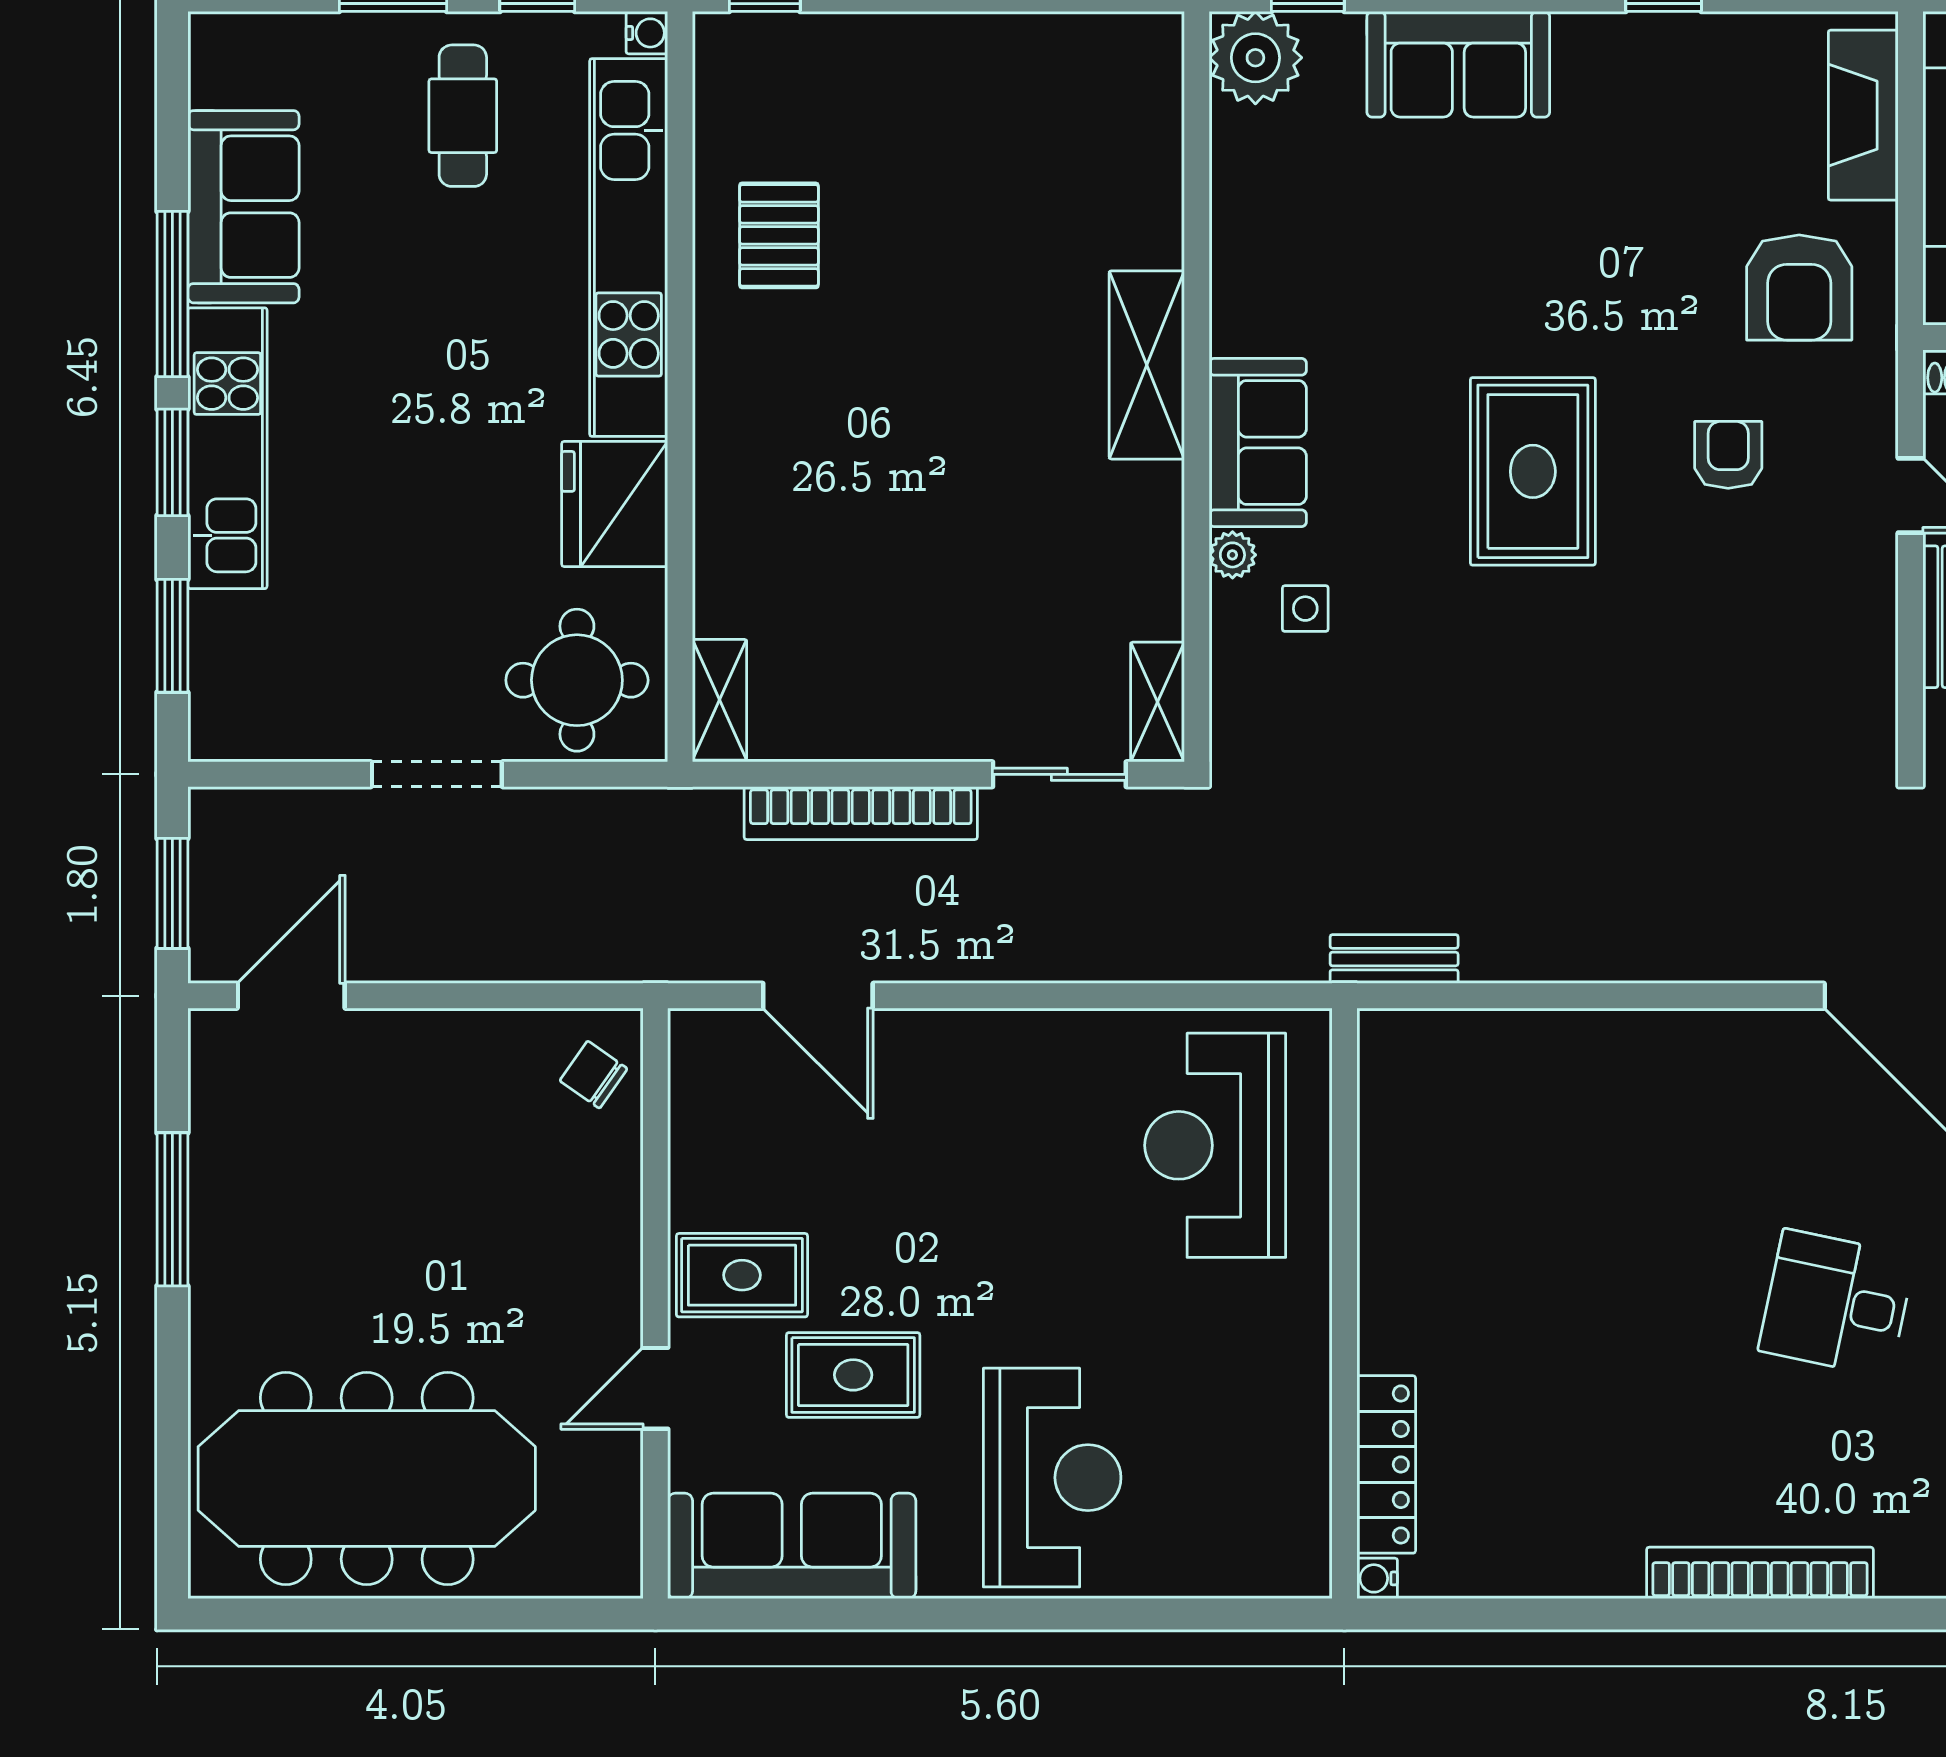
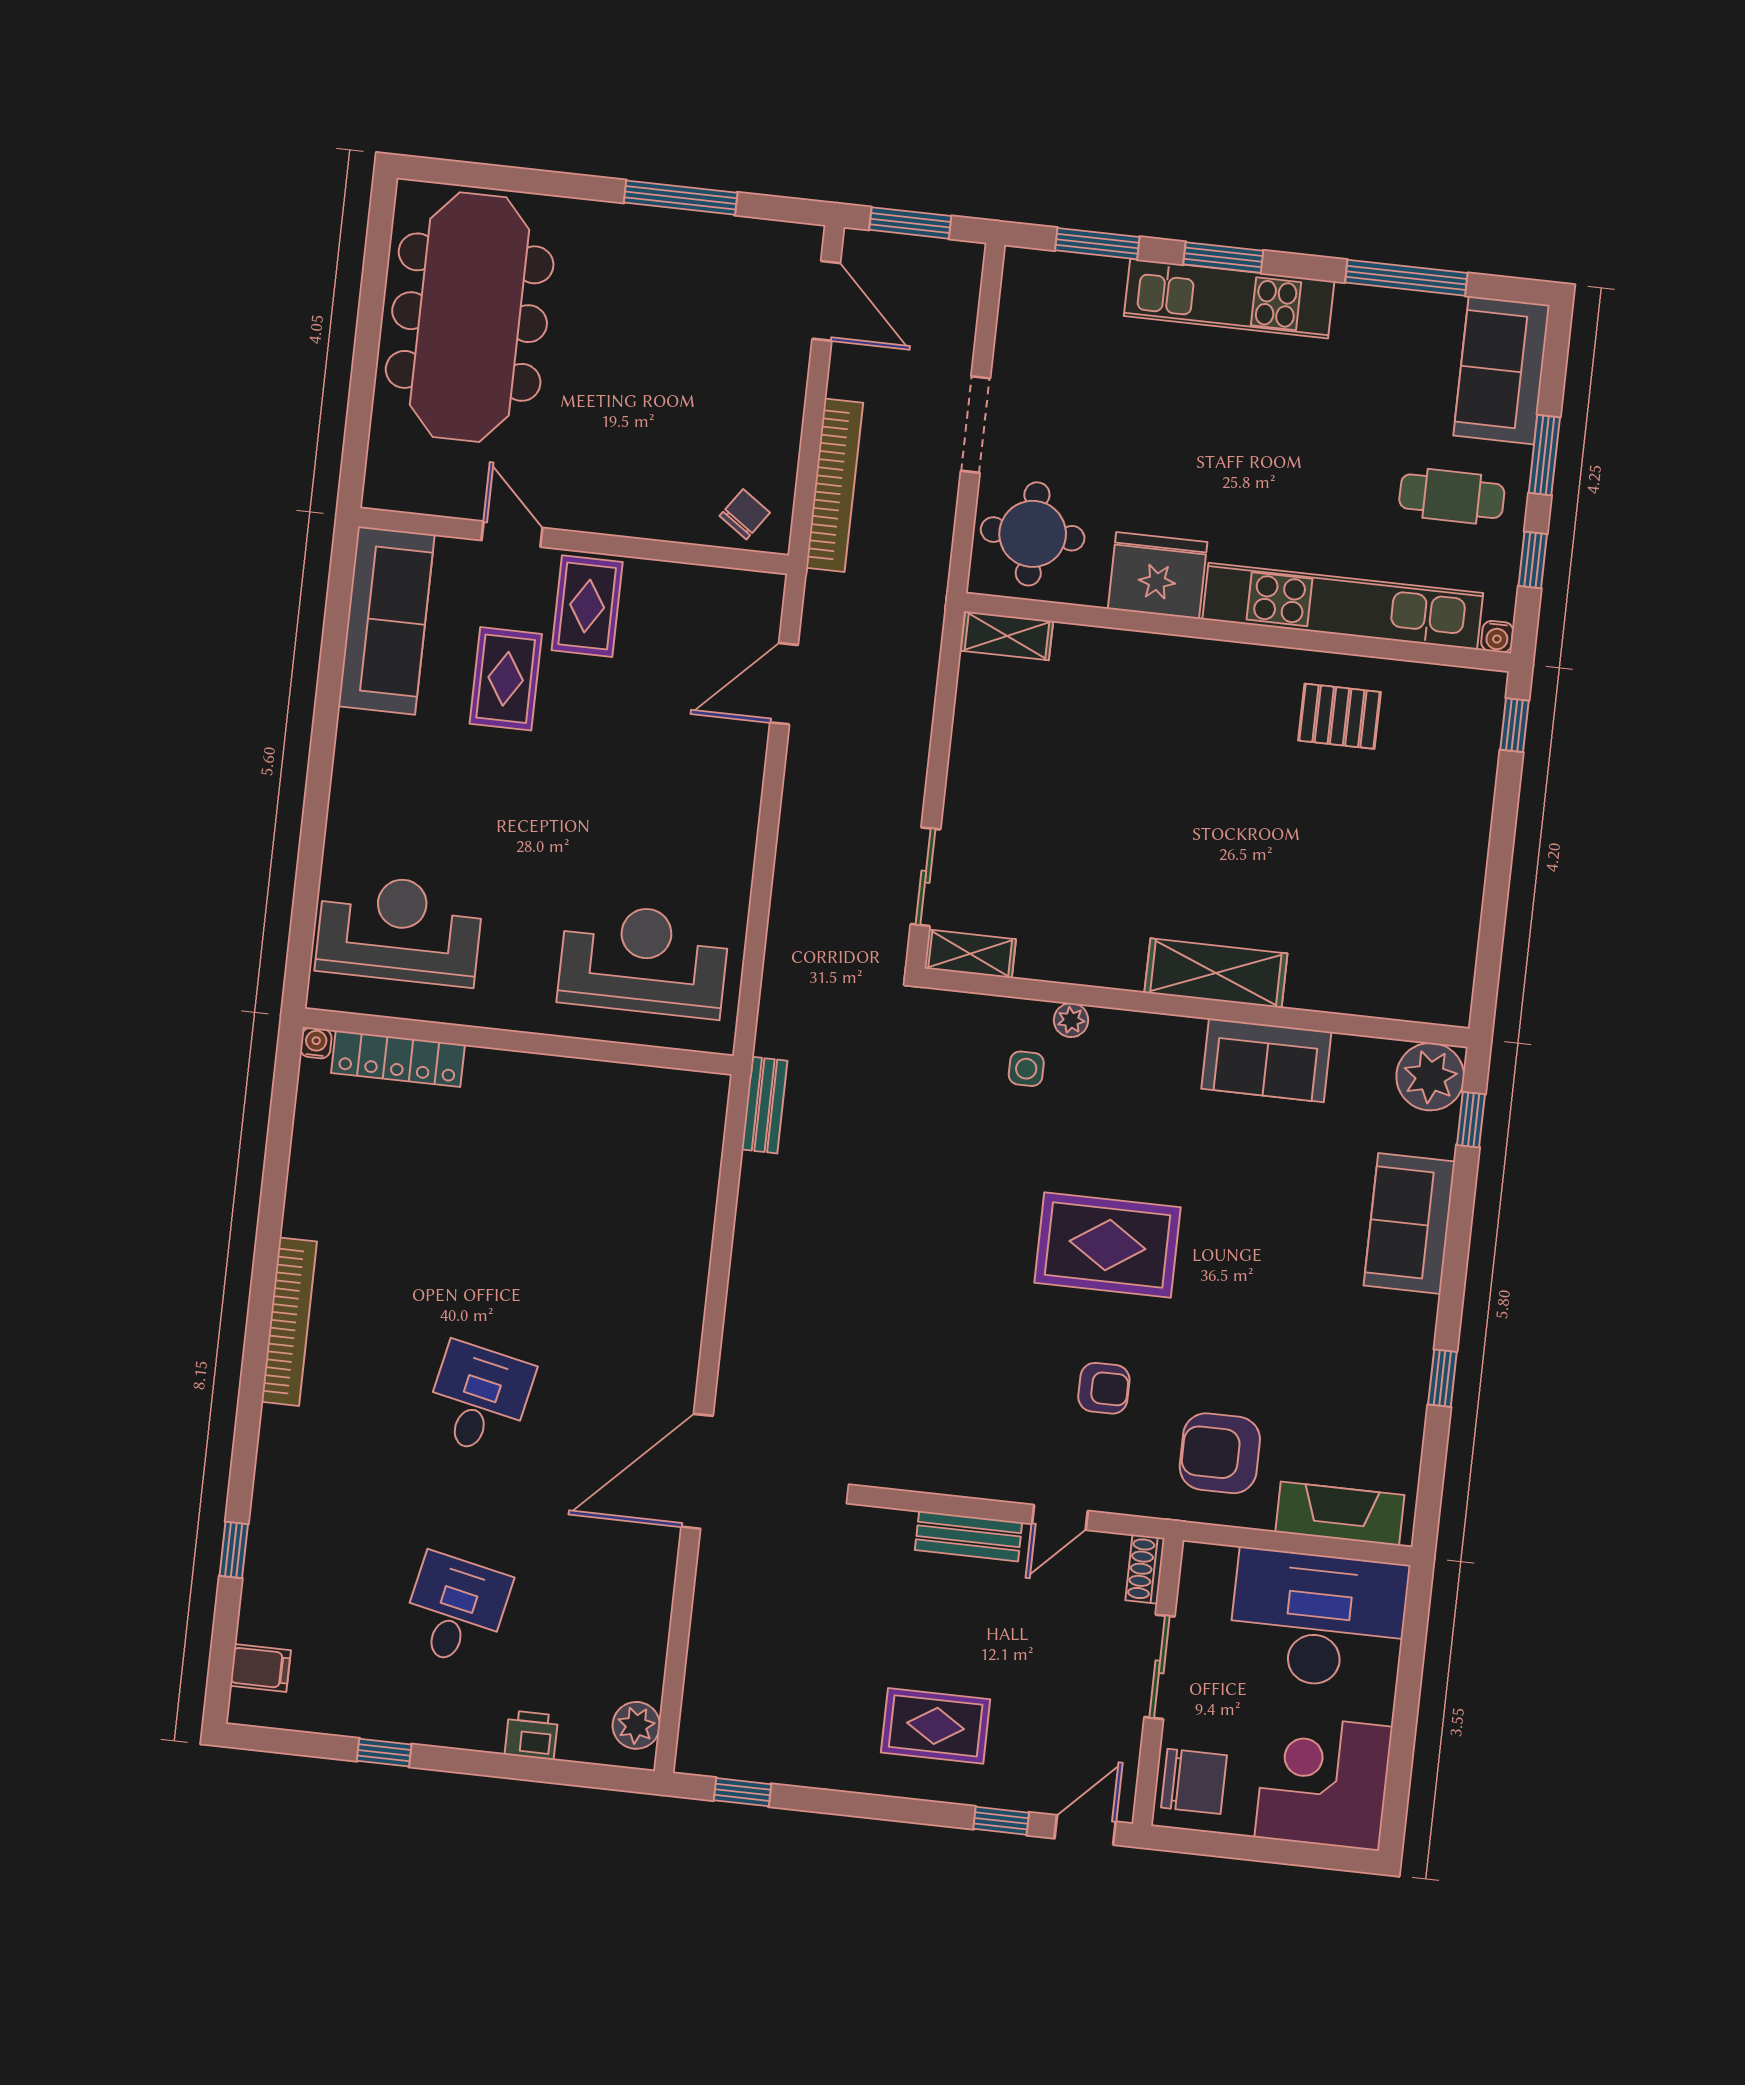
sofa: (243, 207) -> (1502, 370), moved, turned 90
window: (172, 294) -> (1406, 278), moved
sofa: (1258, 442) -> (1266, 1060), moved
bookcase: (861, 813) -> (834, 485), moved, turned 180
reception desk: (1052, 1478) -> (399, 930), moved, turned 180

